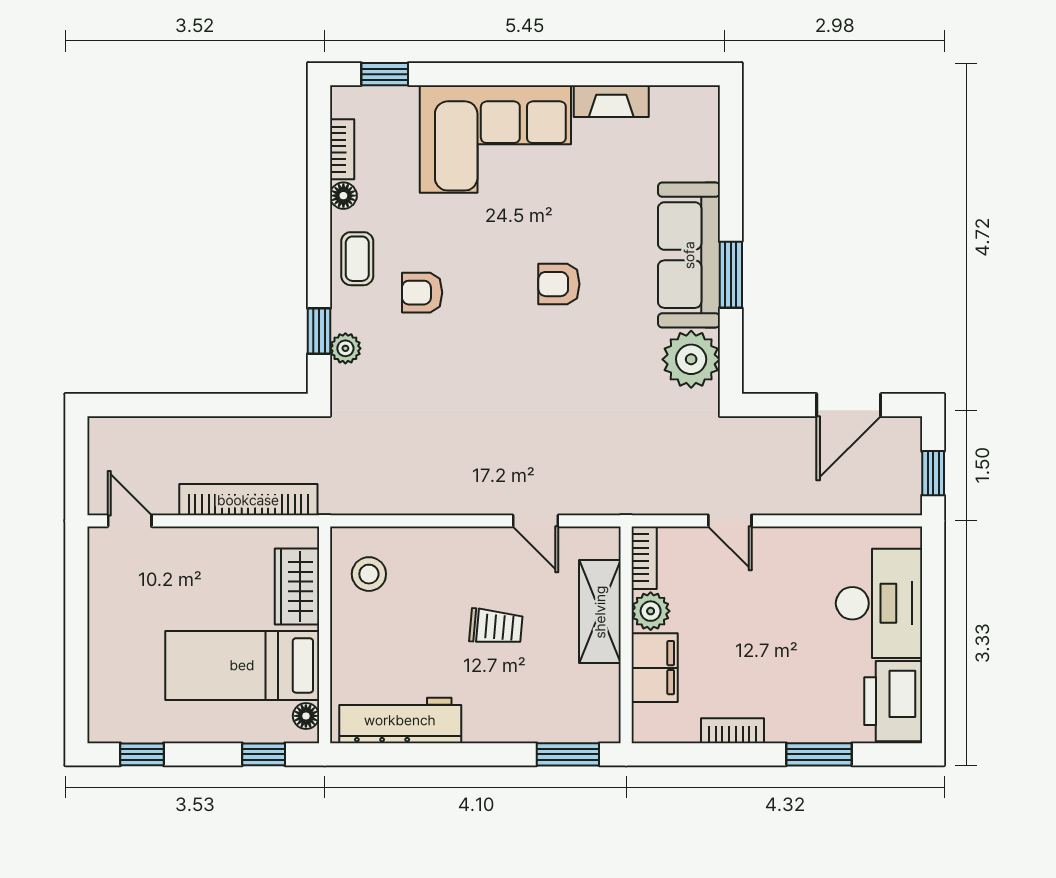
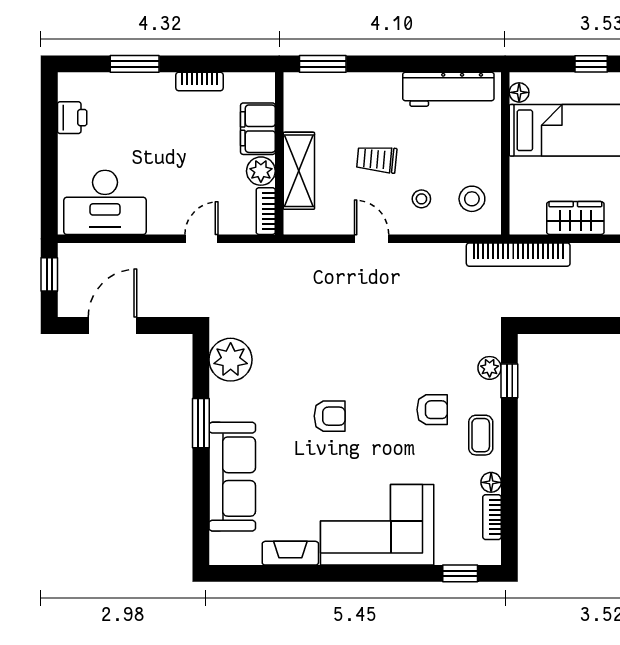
sofa: (689, 255) -> (232, 477), moved
bookcase: (248, 500) -> (518, 255), moved
door: (535, 521) -> (372, 239), moved
door: (730, 521) -> (201, 239), hinge flipped
stool: (436, 574) -> (421, 199), added
wardrobe: (297, 587) -> (575, 218), moved, turned -90
desk: (879, 603) -> (105, 202), moved, turned -90
printer: (893, 701) -> (72, 118), width x0.53, depth x0.68
window: (264, 754) -> (591, 64), moved

